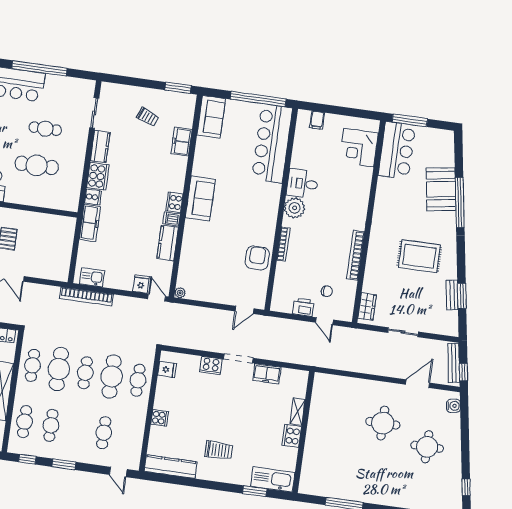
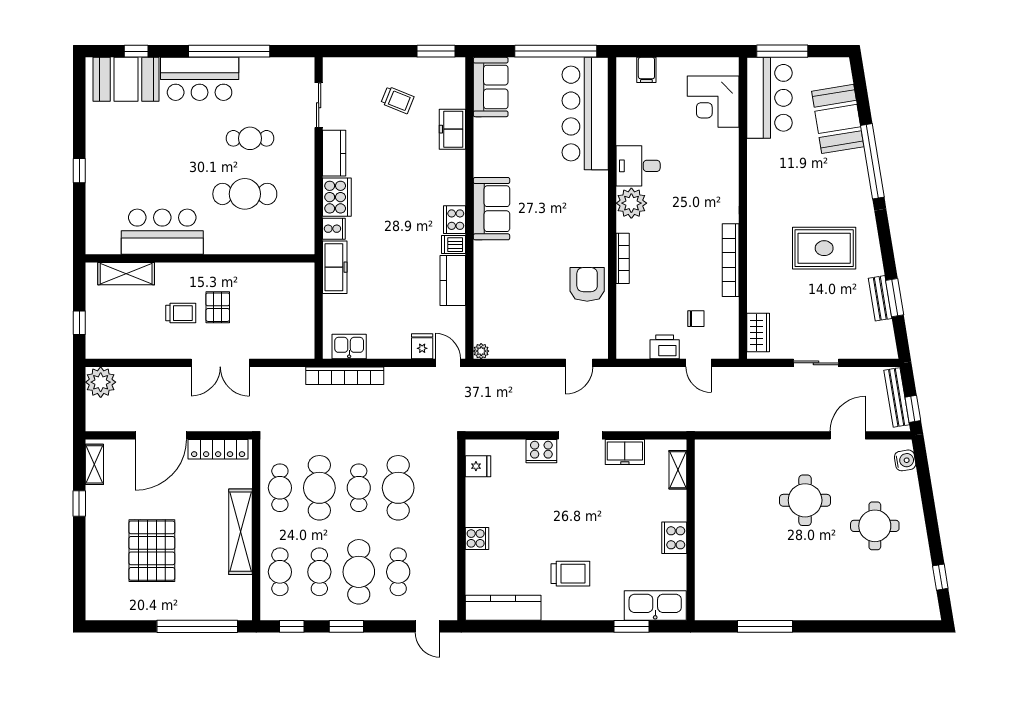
booth: (441, 189) -> (838, 119), moved
cafe table: (138, 380) -> (359, 572), moved, width x1.37, depth x1.35
shelving: (298, 412) -> (678, 470), moved

